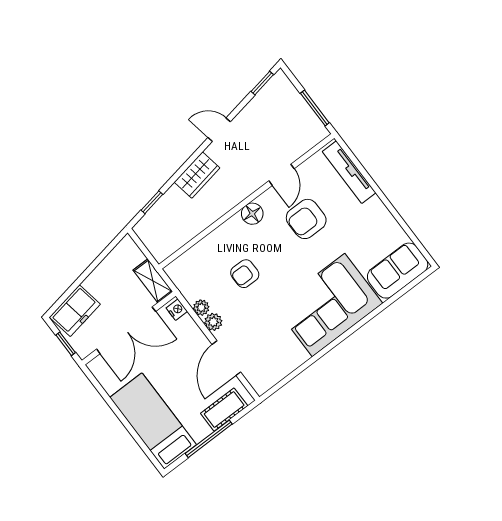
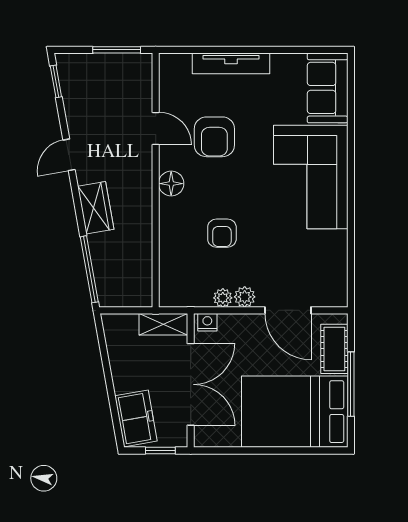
tv unit: (349, 172) -> (231, 63), moved
window: (152, 202) -> (89, 269), width x2.17
bed: (153, 421) -> (295, 412), width x1.50

